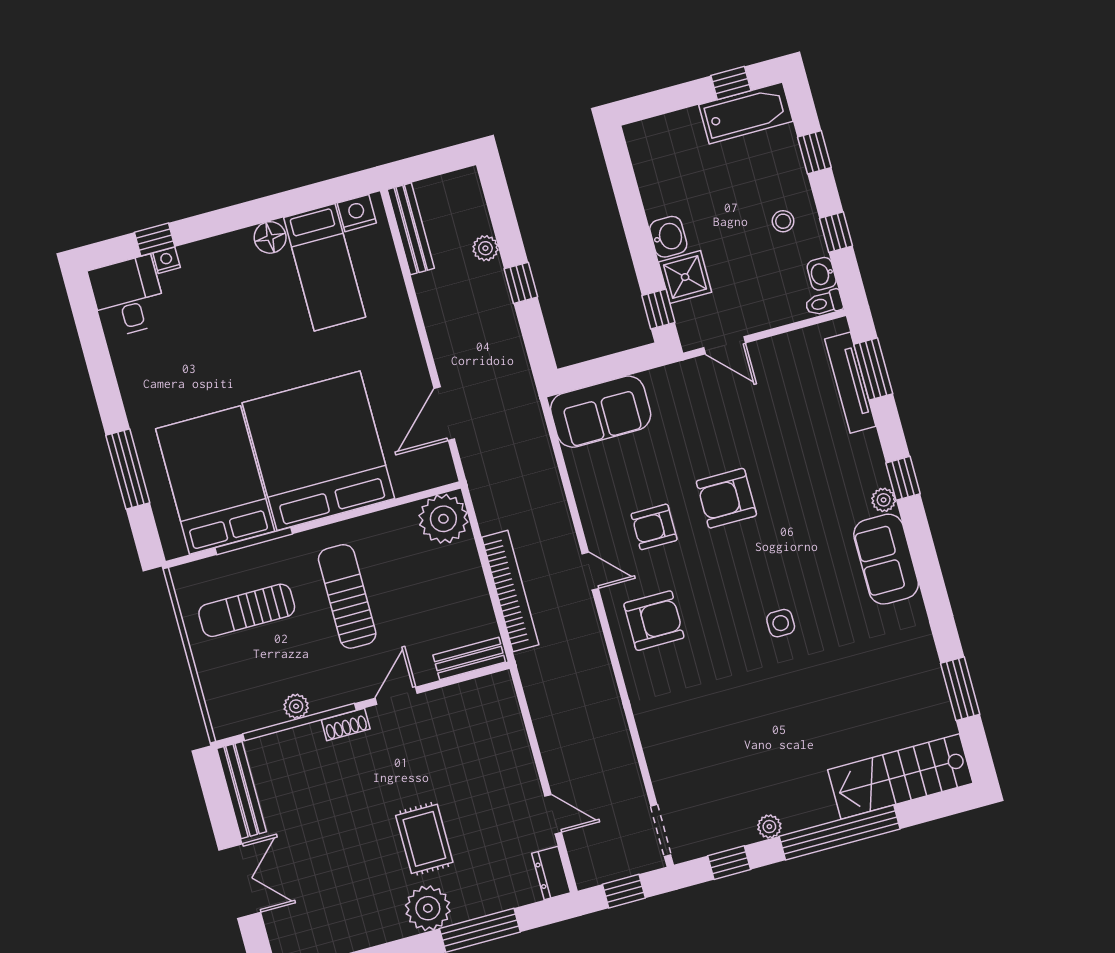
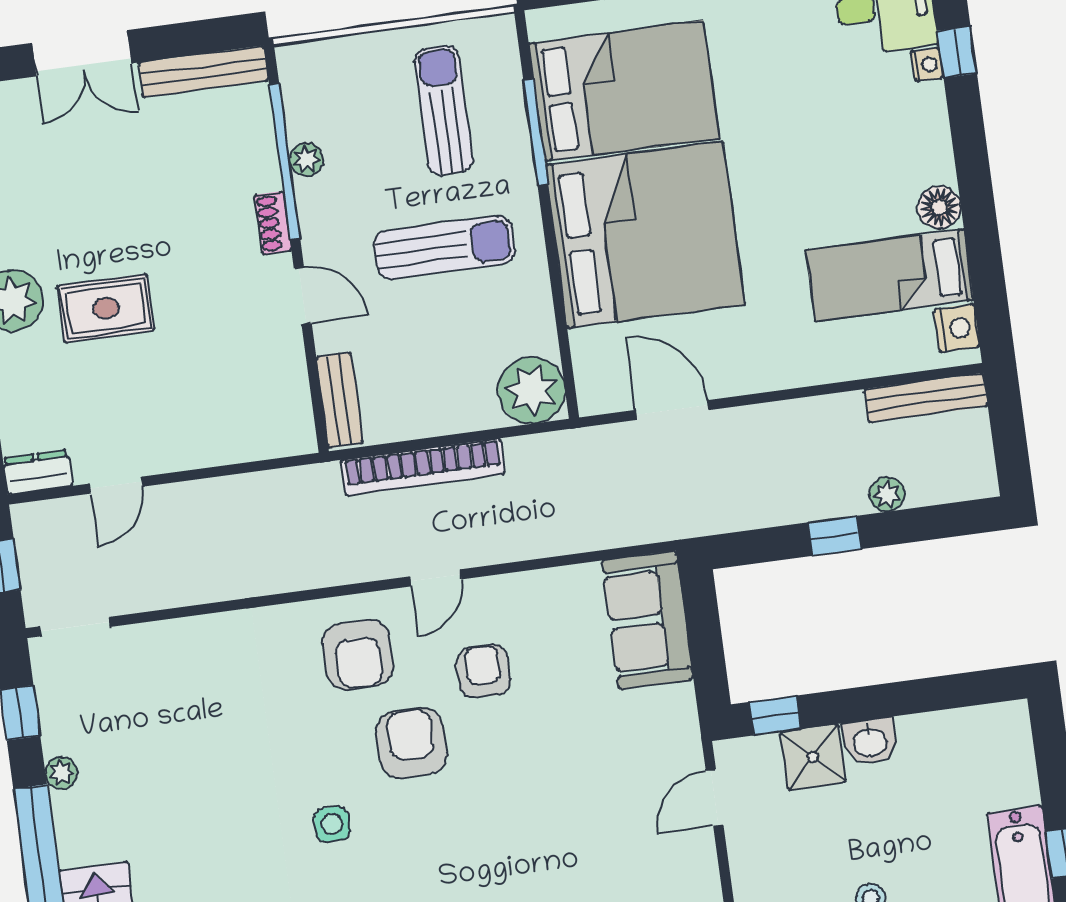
armchair: (726, 498) -> (411, 743), moved

